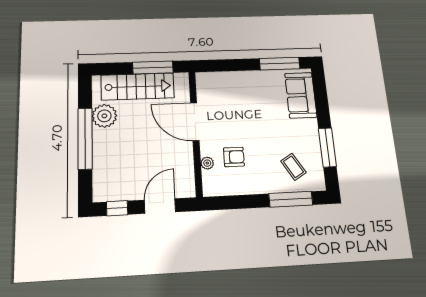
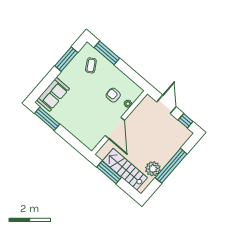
door: (160, 206) -> (167, 104), swing flipped

